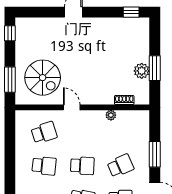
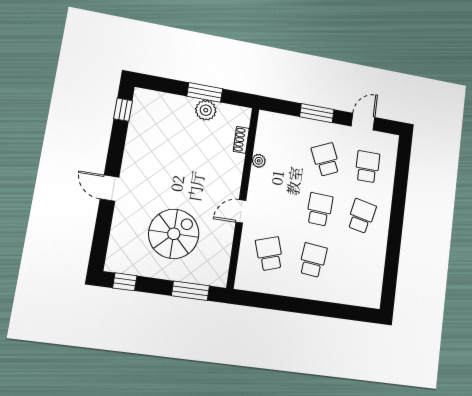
spiral stairs: (43, 78) -> (174, 234), moved

